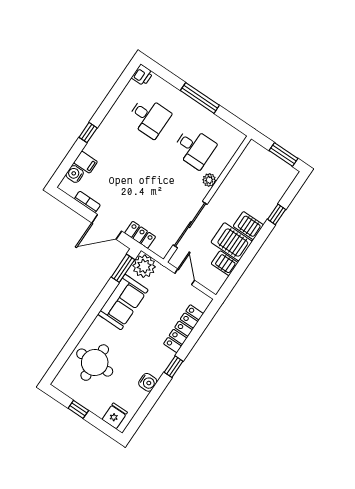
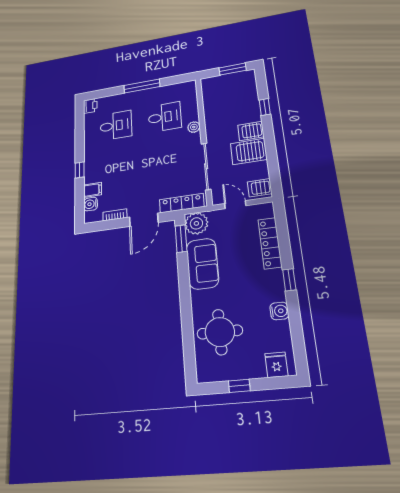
locker: (140, 235) -> (182, 203), width x1.53
server rack: (225, 263) -> (260, 188), moved

